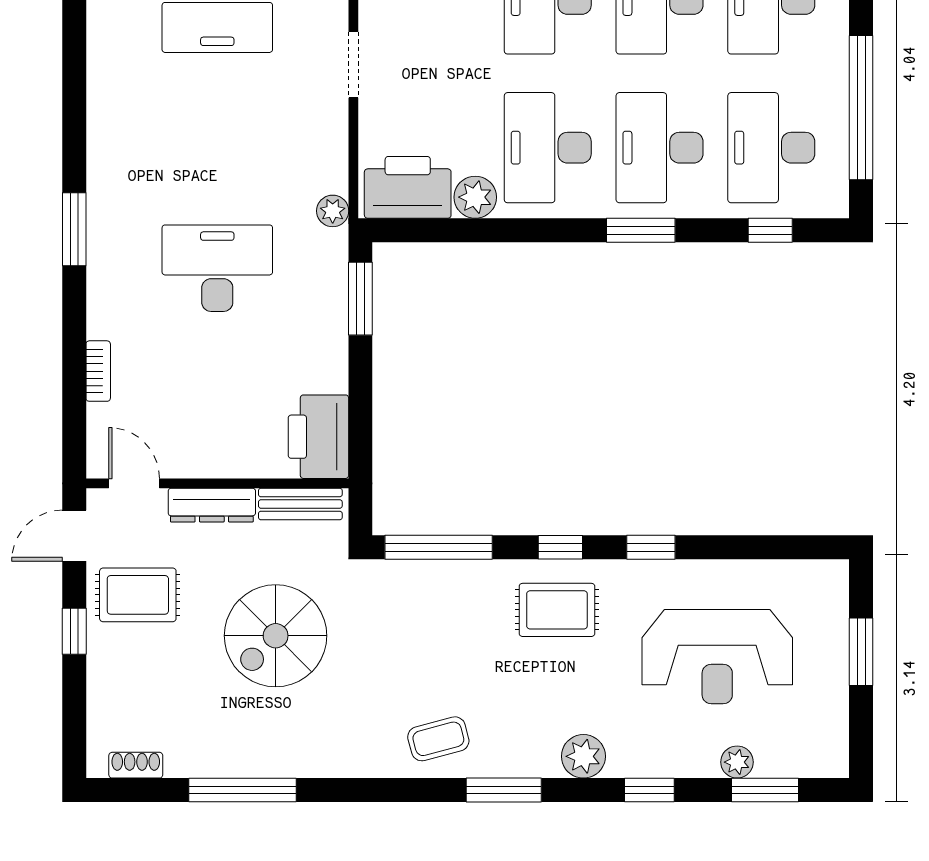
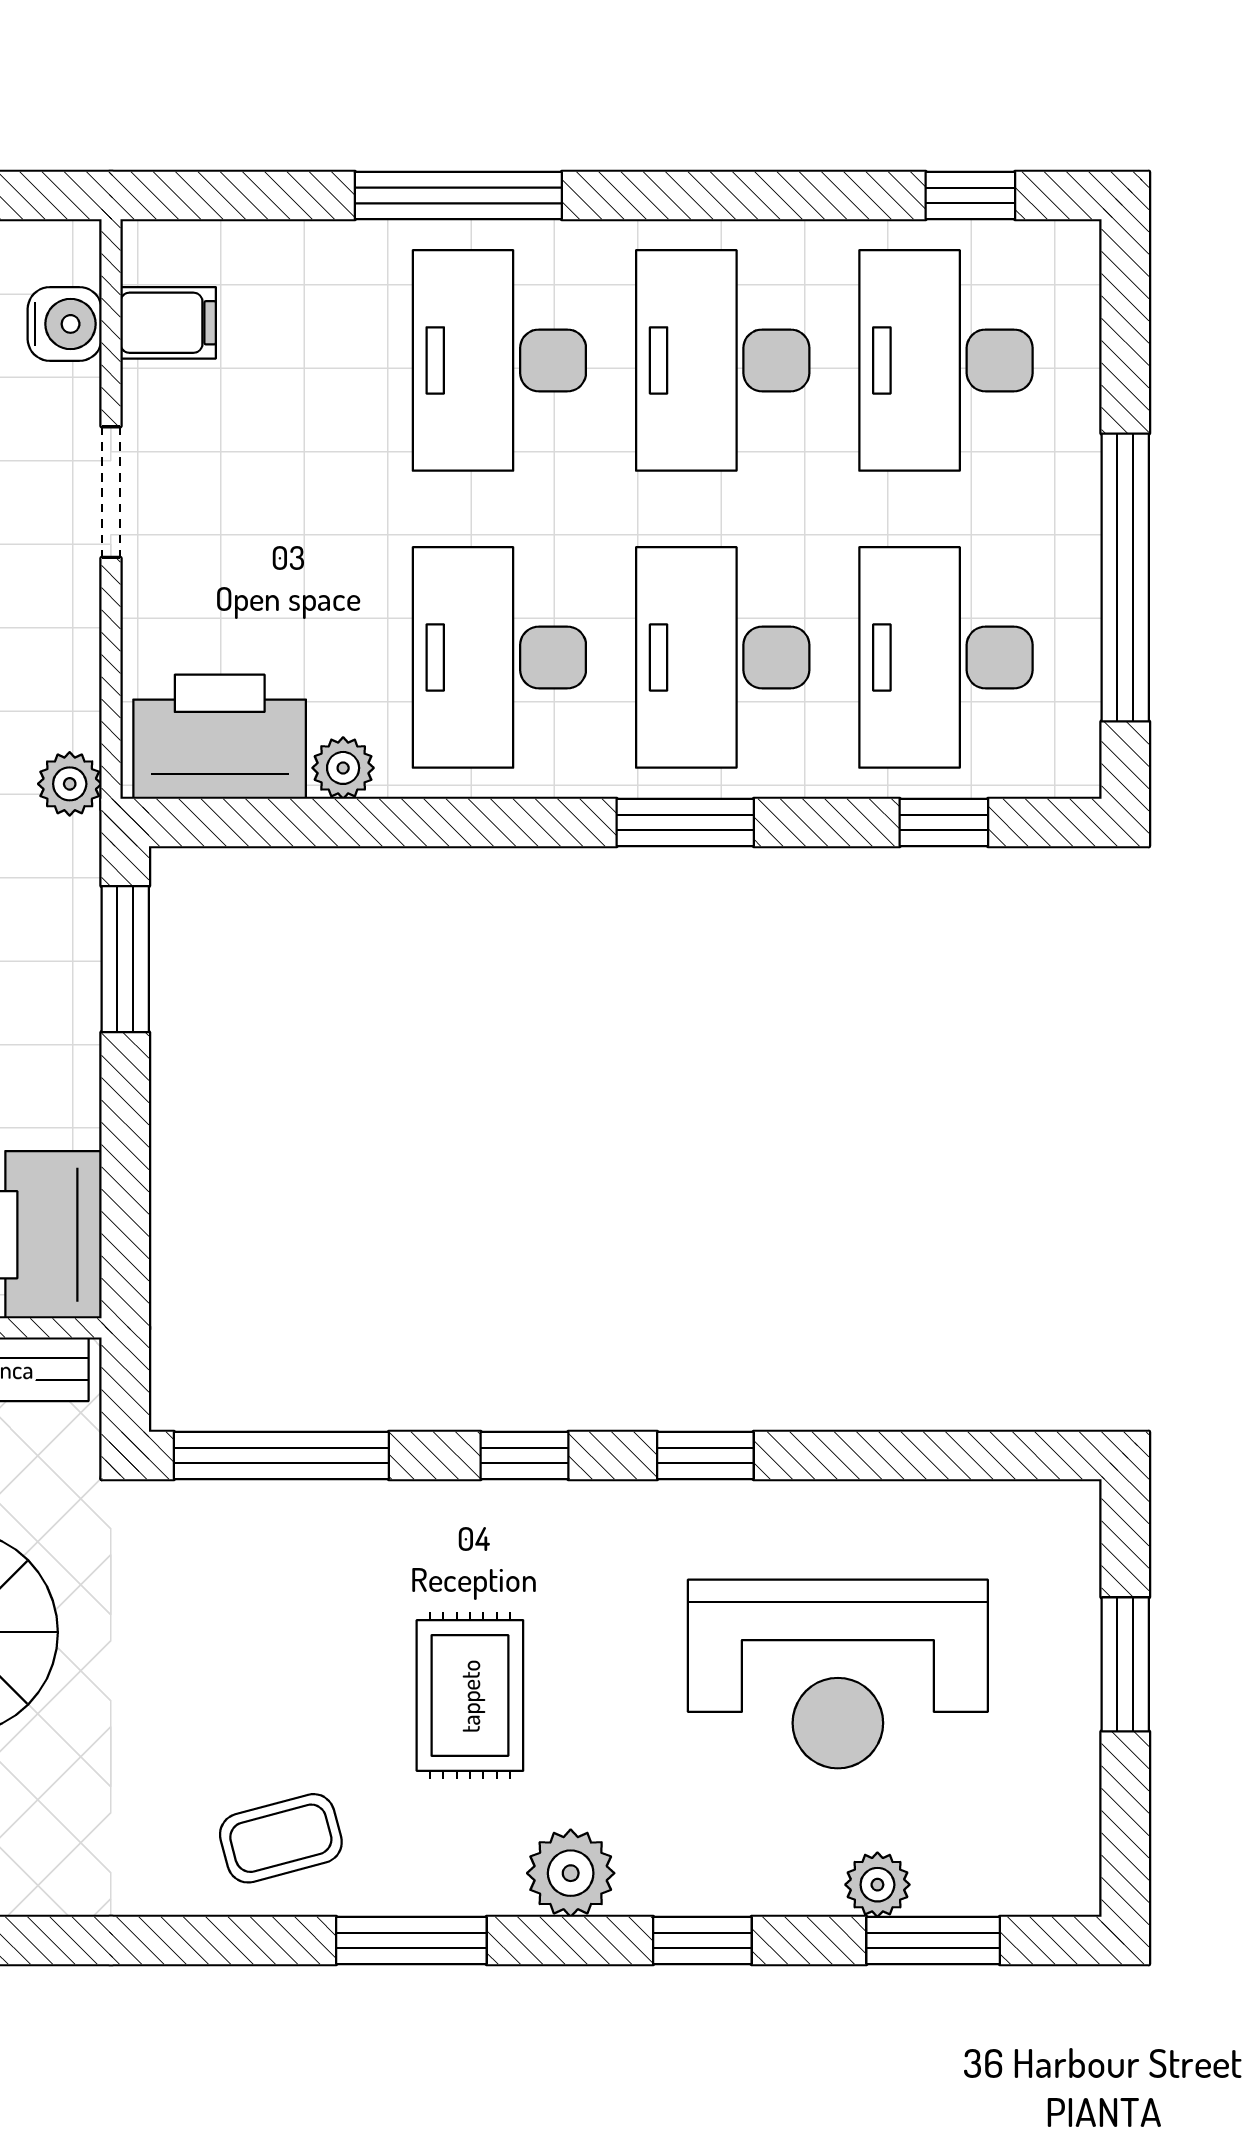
plant: (475, 197) -> (343, 768), width x0.73, depth x0.73
rug: (557, 610) -> (470, 1696), moved, turned 90

